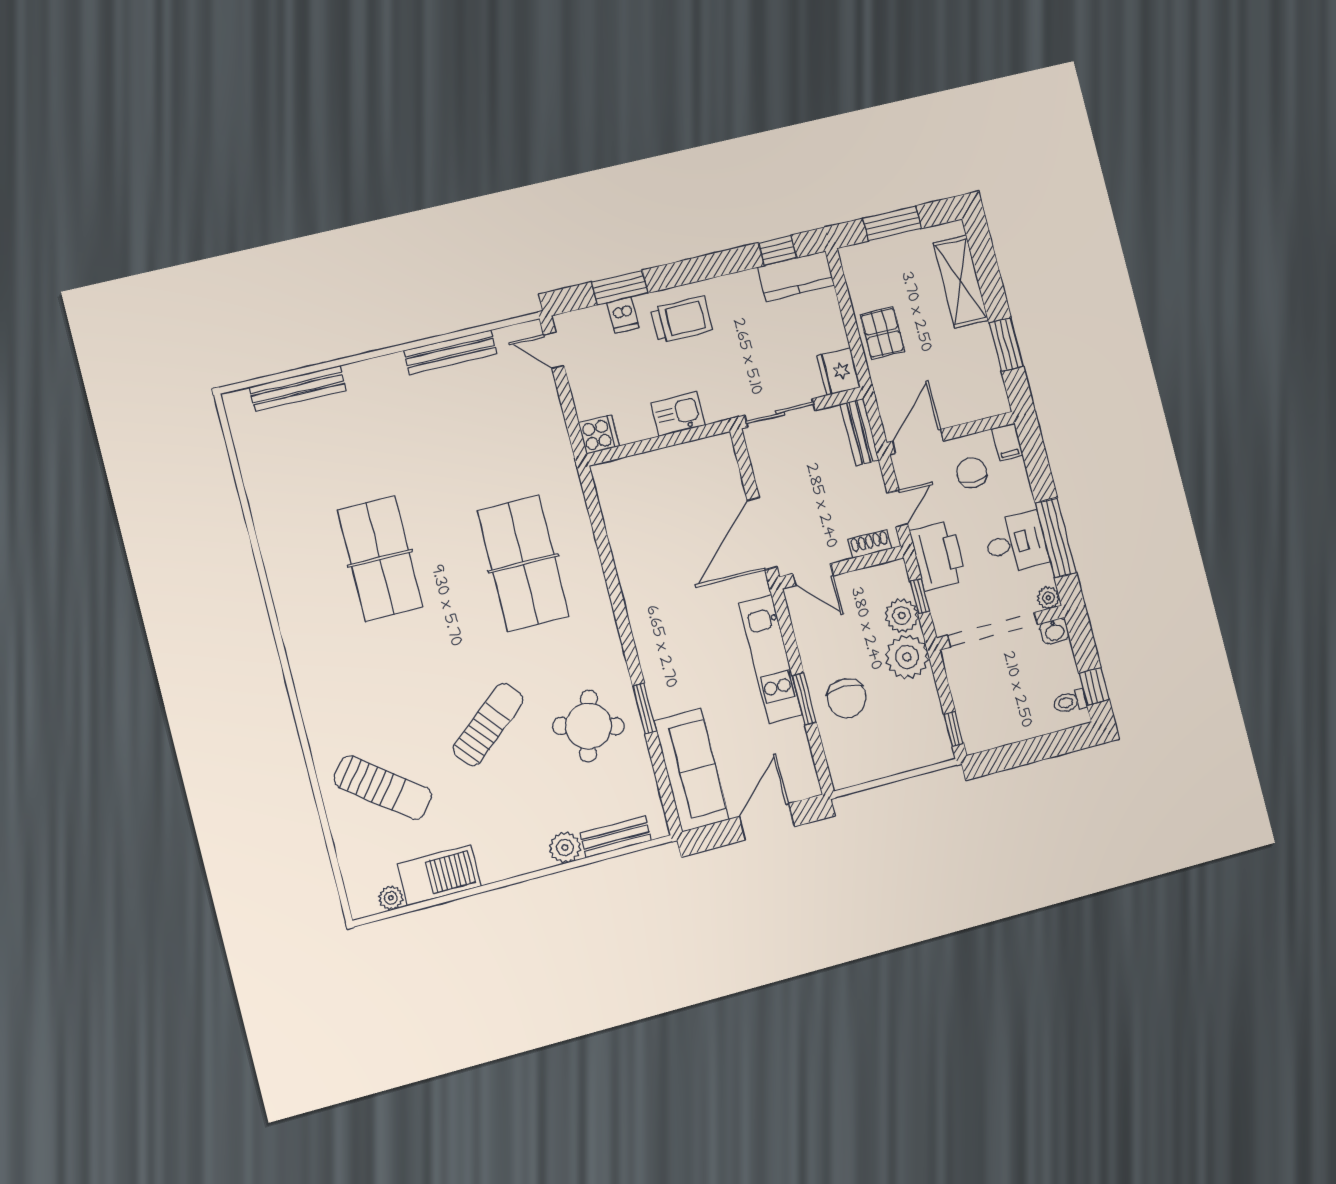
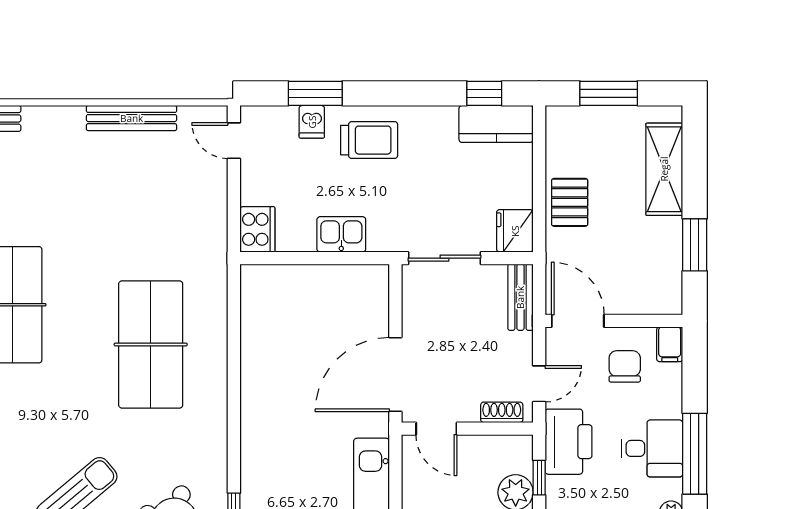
cooker: (599, 434) -> (257, 229), width x1.36
door: (918, 441) -> (578, 321), hinge flipped

